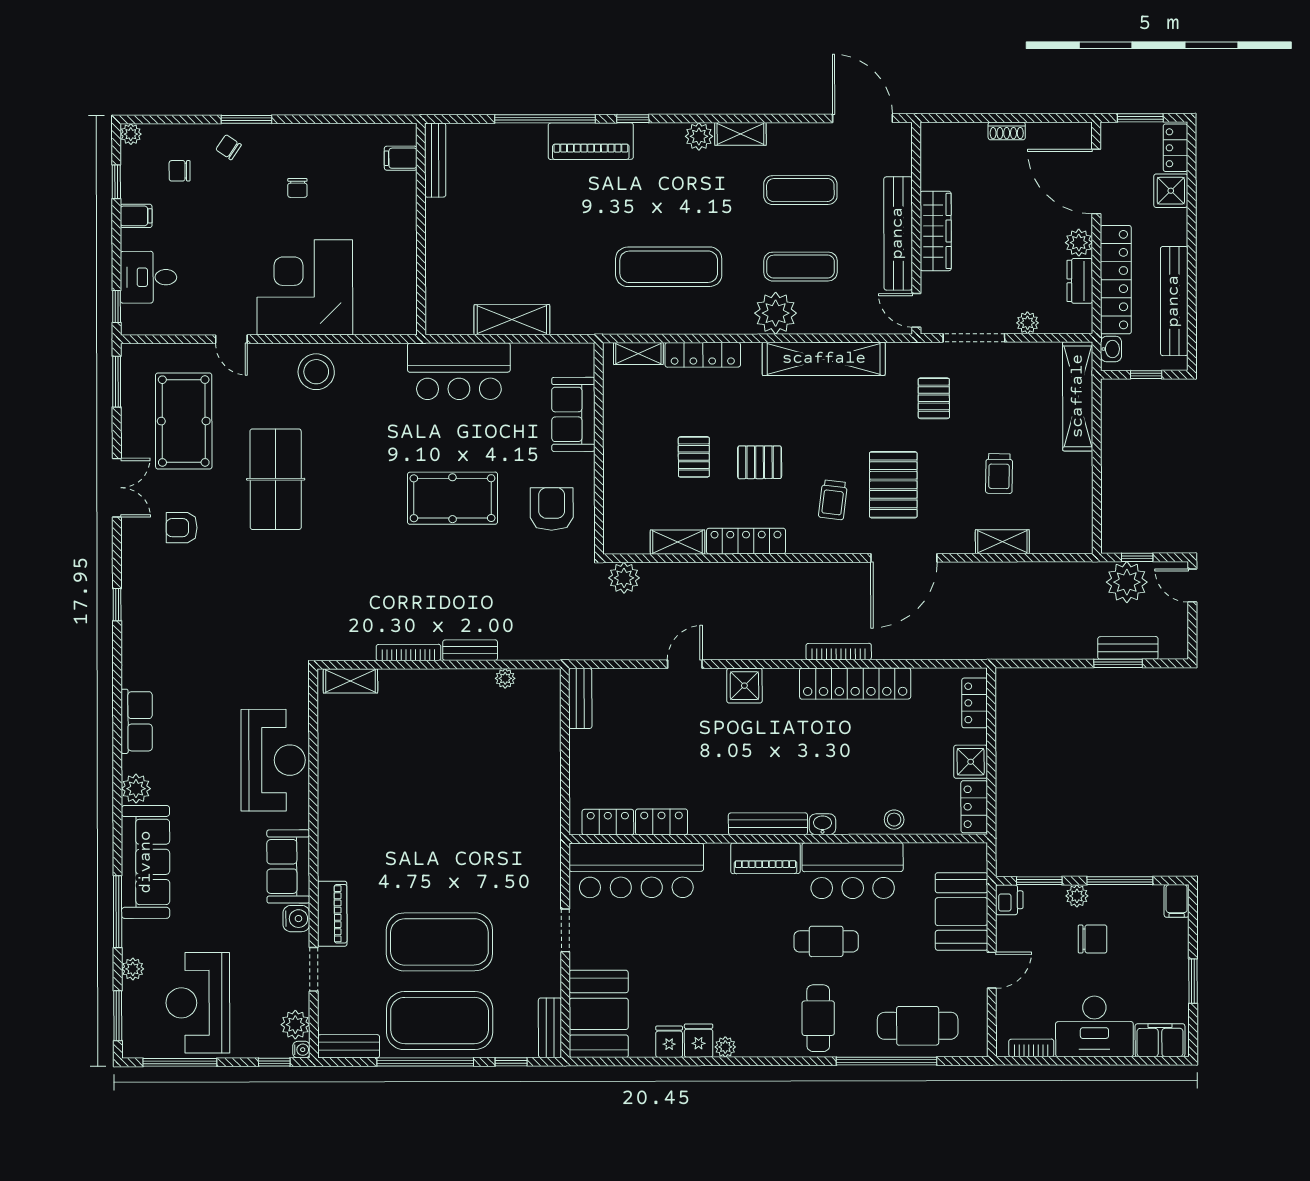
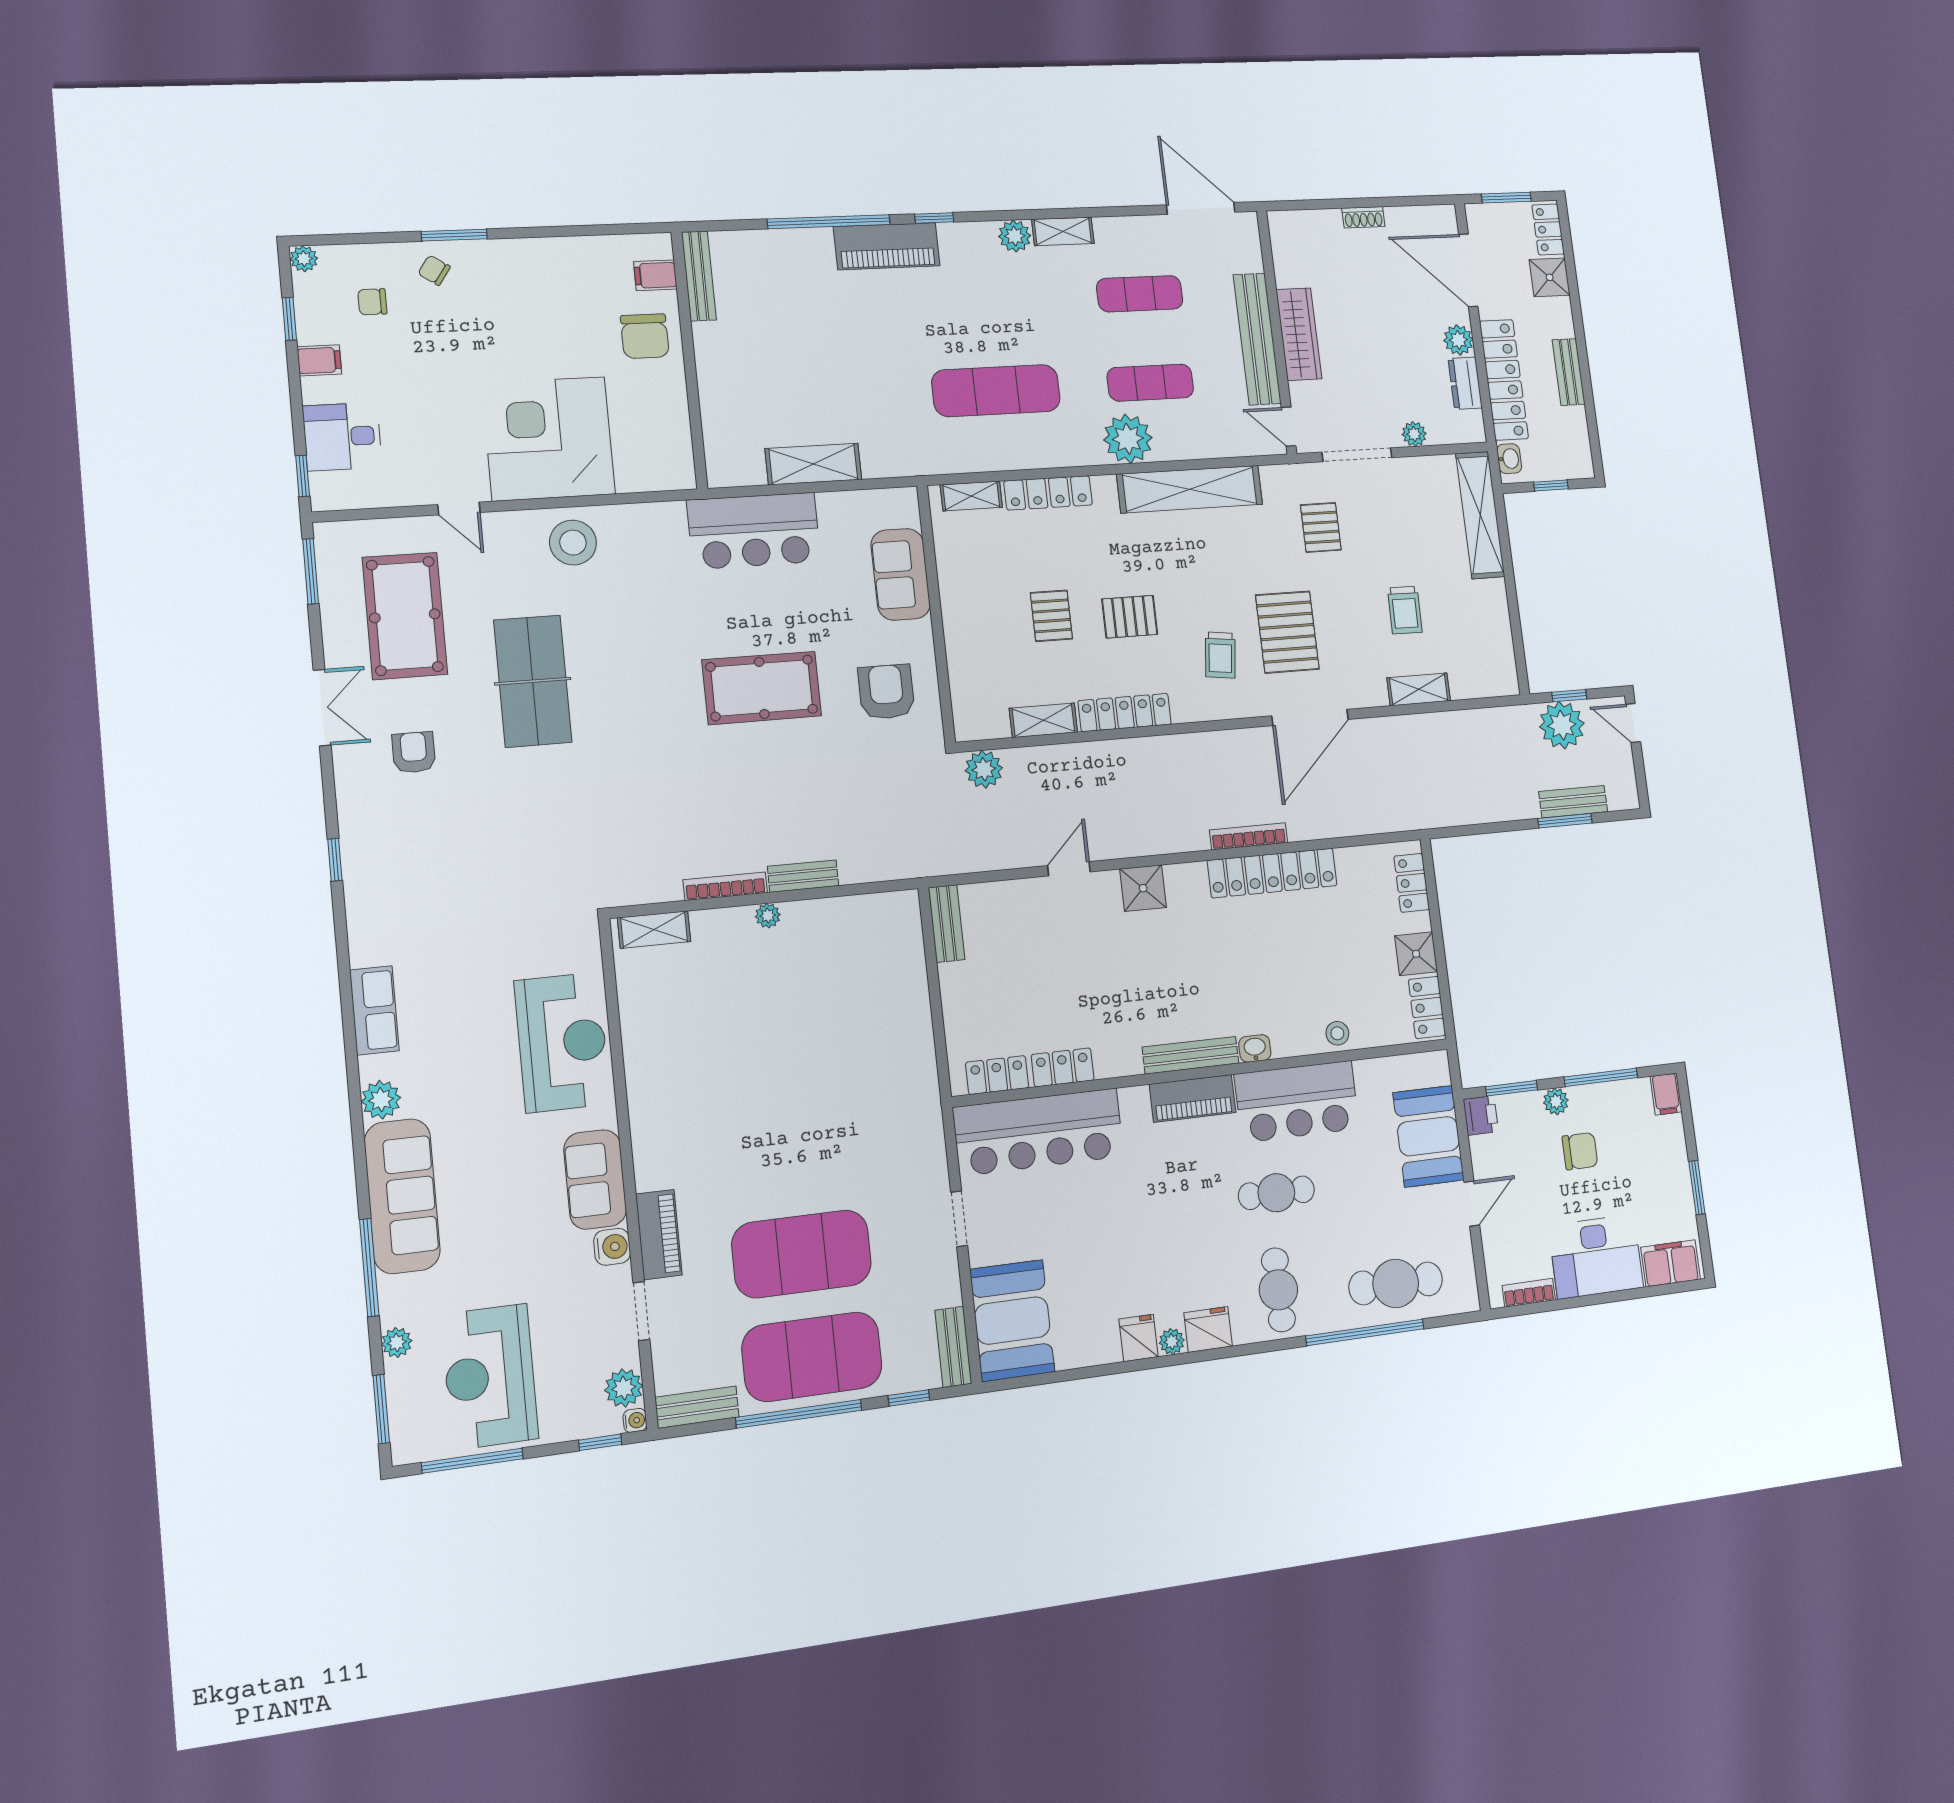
chair: (297, 188) -> (645, 336), moved, width x1.87, depth x1.87
bench: (1174, 301) -> (1569, 372), width x0.54, depth x0.82
armchair: (182, 528) -> (414, 752), turned 90
plant: (505, 678) -> (768, 916), moved
fridge: (669, 1042) -> (1208, 1329), moved, width x1.38

